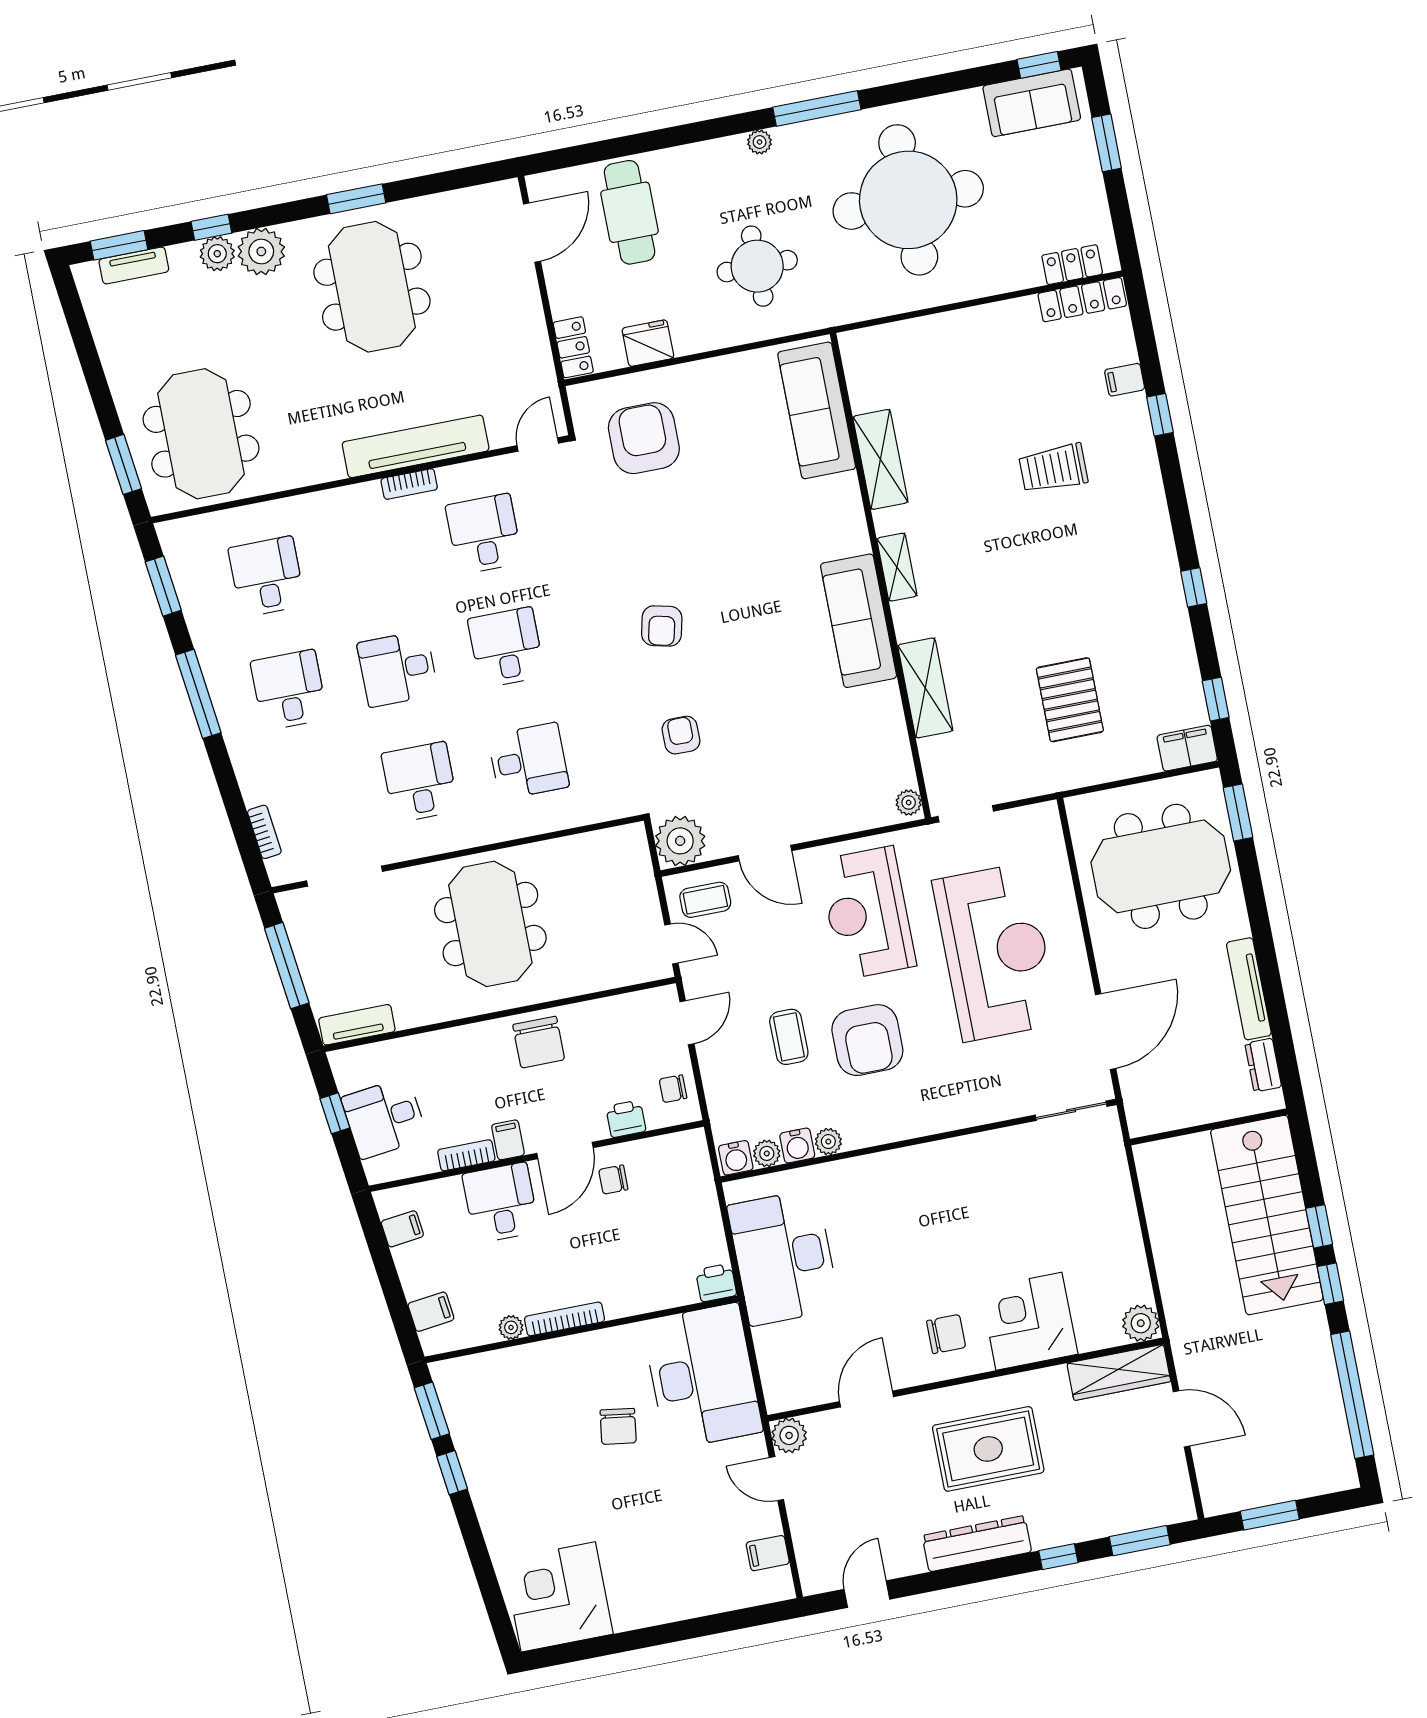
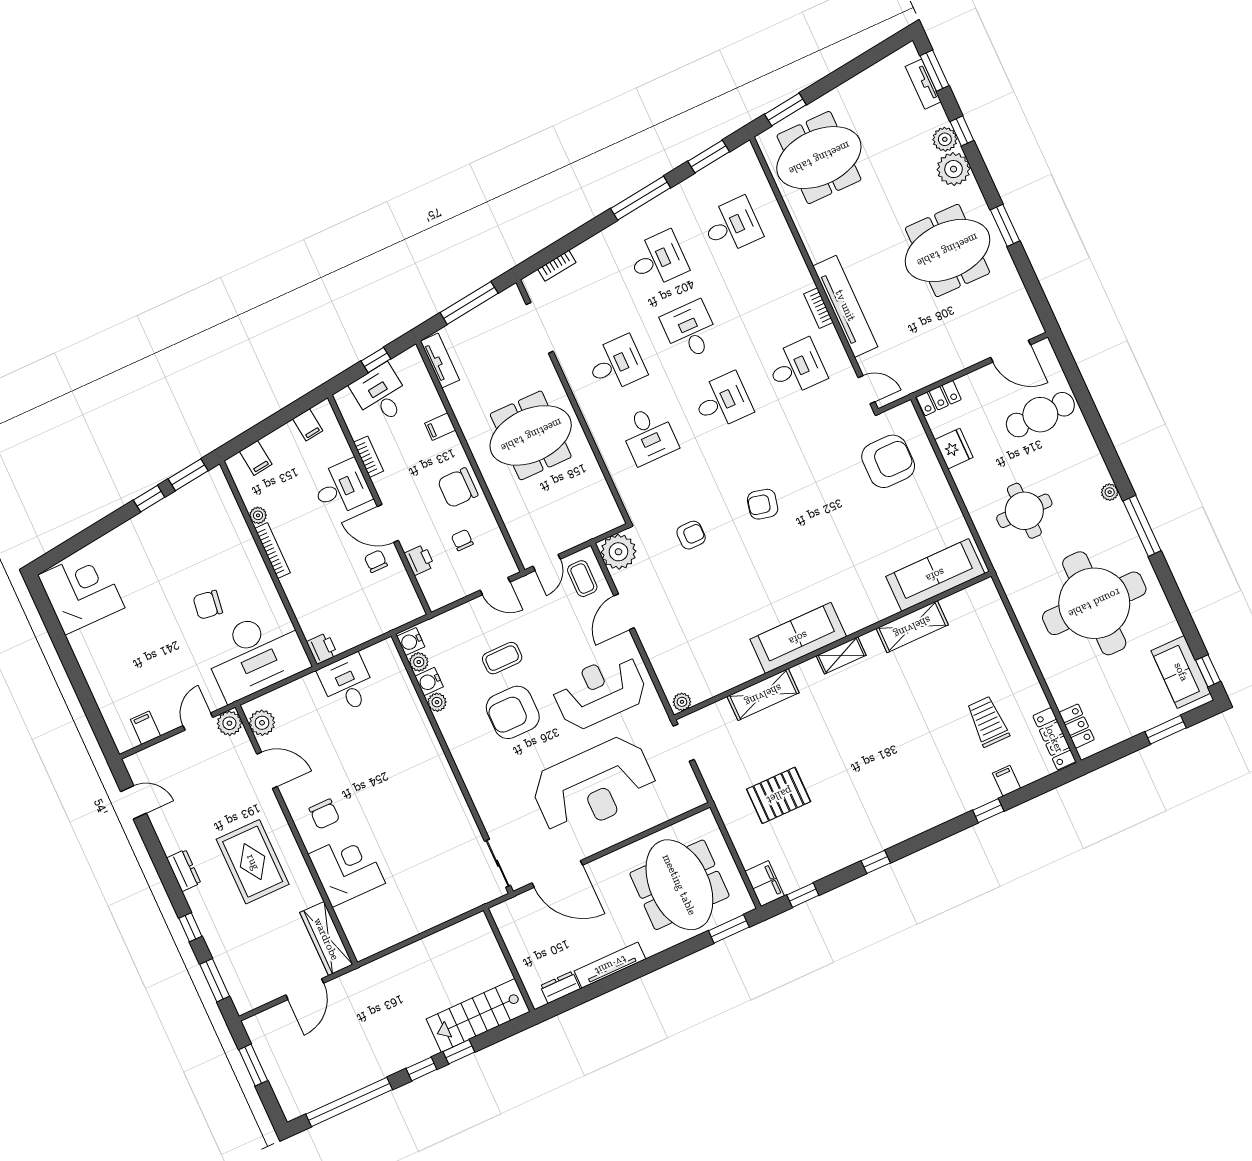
trolley: (1053, 468) -> (988, 722), moved
chair: (673, 1089) -> (462, 540), moved
filing cabinet: (508, 1140) -> (440, 427), moved, turned 180
stairs: (1267, 1215) -> (478, 1015), width x0.73, depth x0.66
desk: (783, 1257) -> (347, 684), width x0.53, depth x0.77
plant: (1141, 1323) -> (262, 723), moved
dresser: (977, 1544) -> (184, 870), width x0.51, depth x0.80

